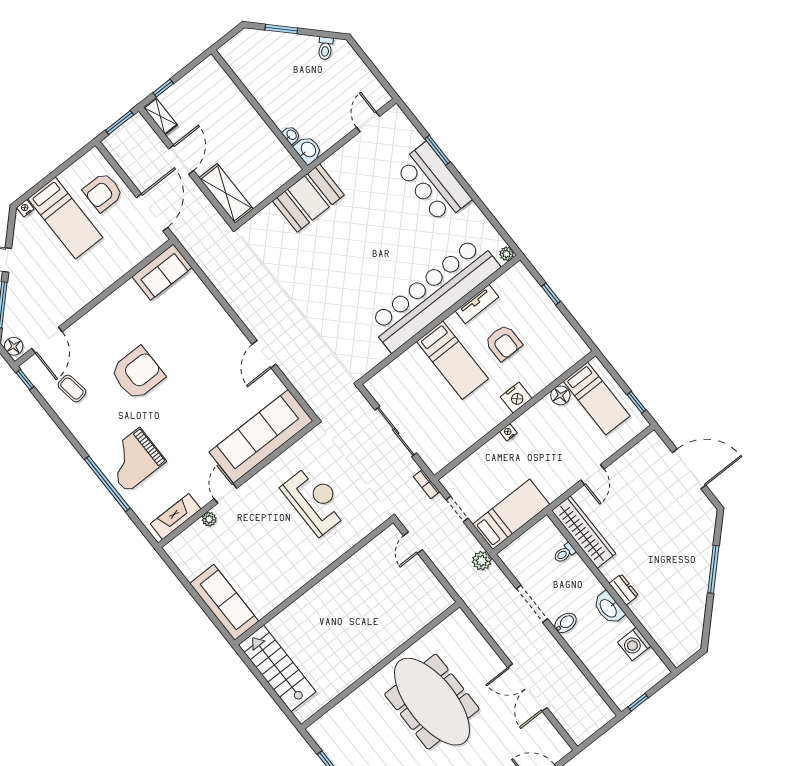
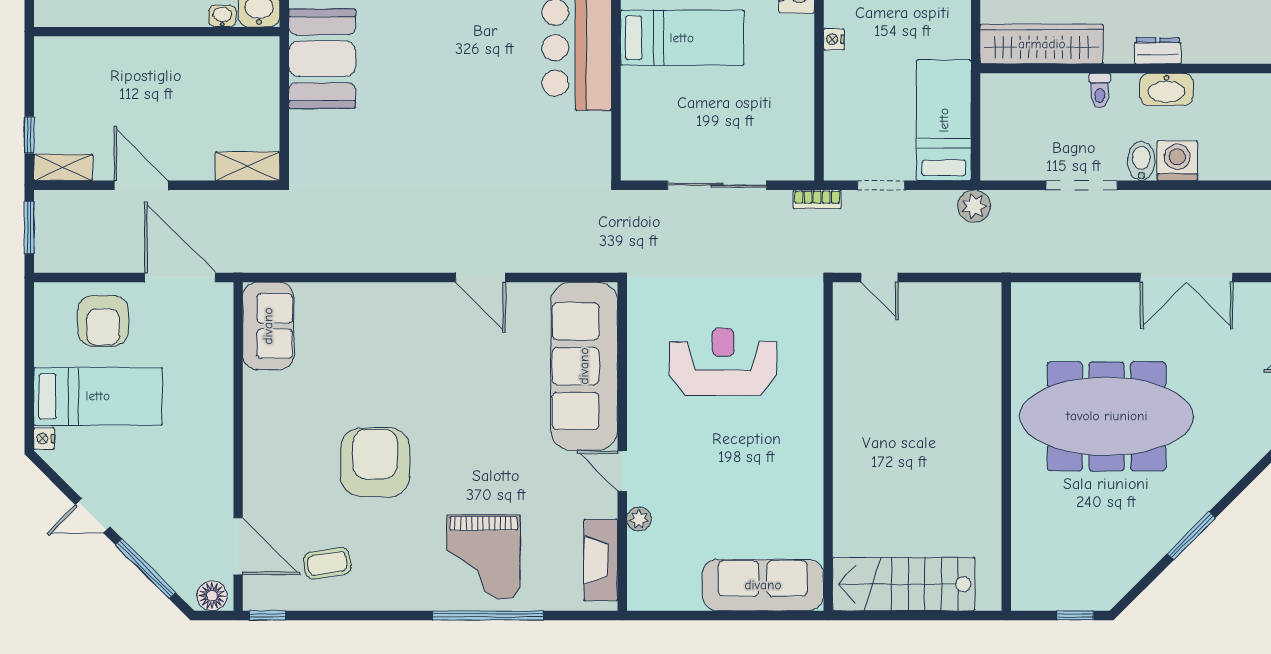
shelving: (226, 193) -> (247, 166), width x0.67, depth x0.75
toilet: (564, 553) -> (1100, 91), moved
washing machine: (634, 644) -> (1177, 161), moved, turned 180

